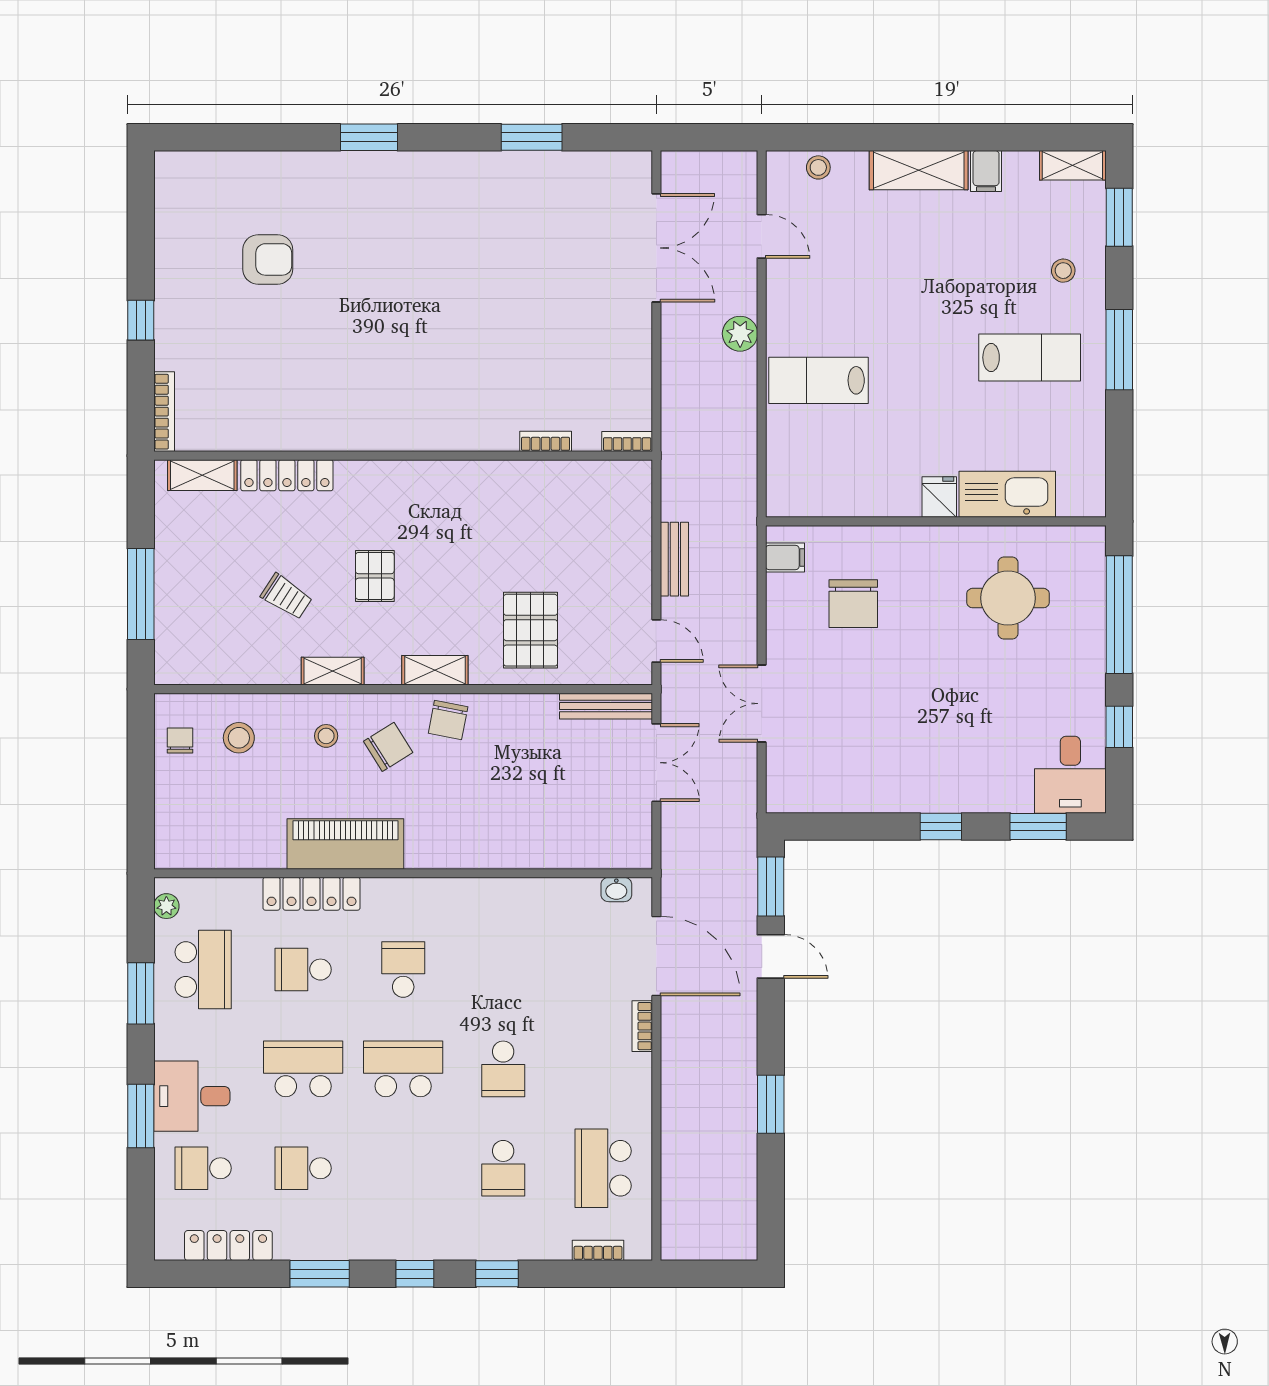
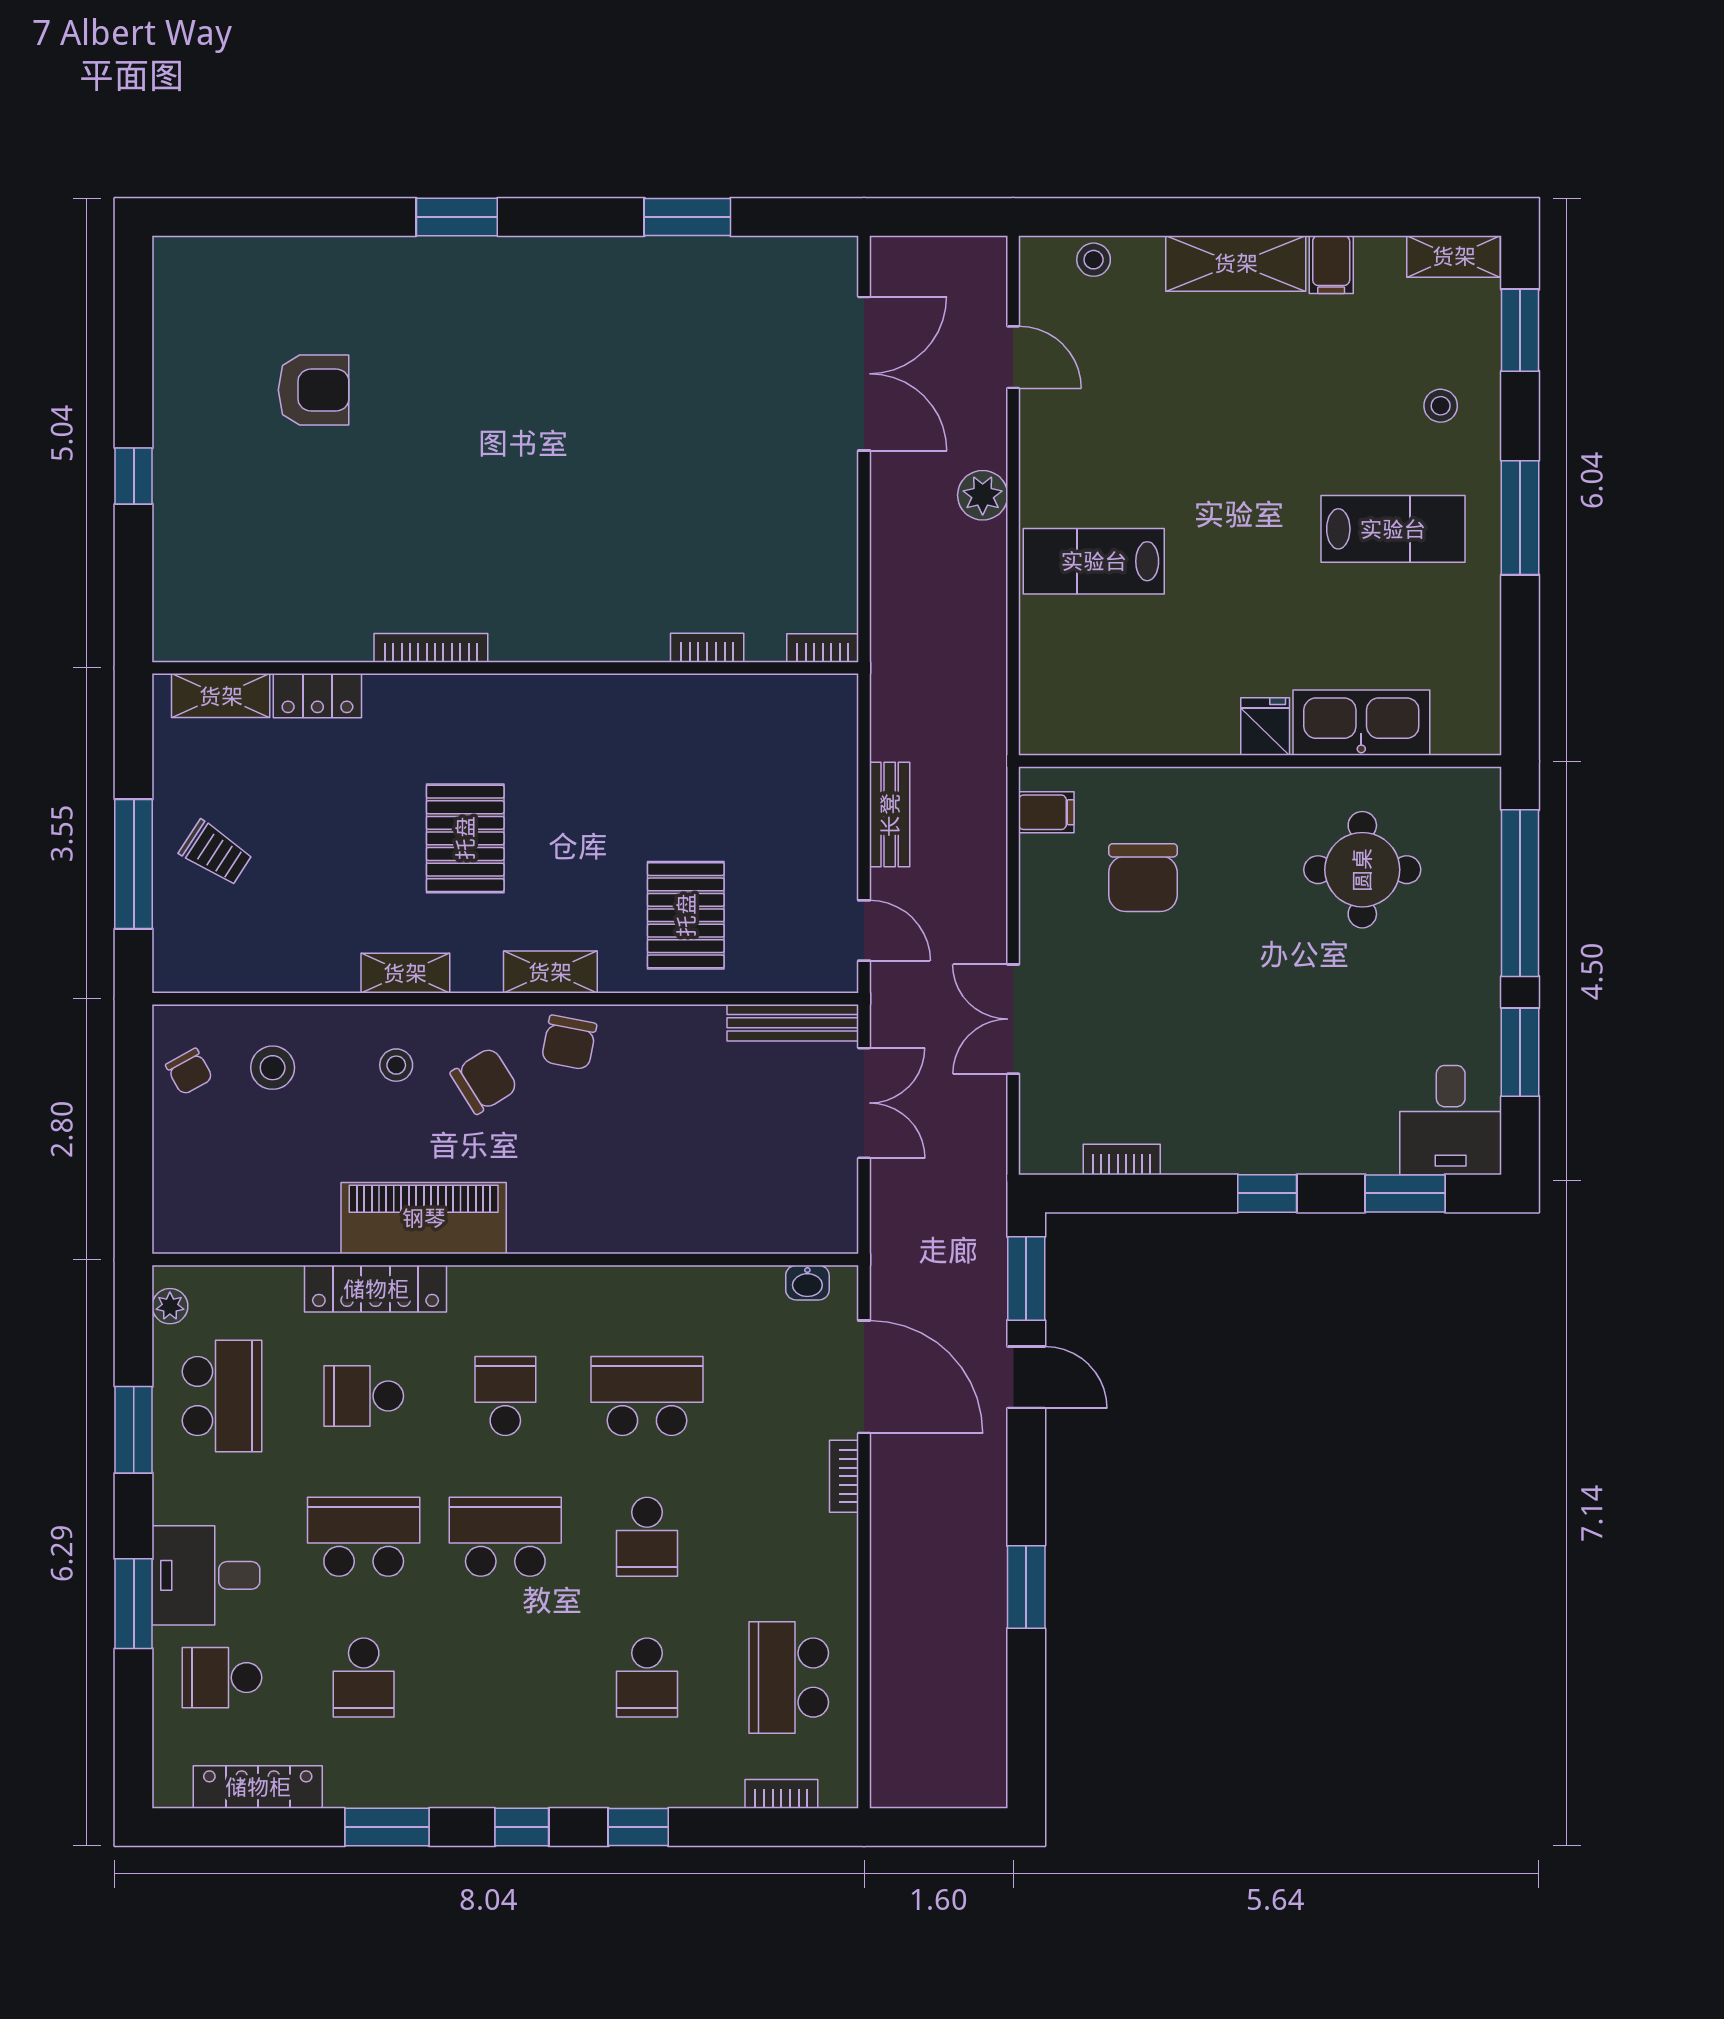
bookcase: (164, 412) -> (431, 648), moved, turned -90
locker: (287, 475) -> (317, 696), width x0.66
pallet: (375, 576) -> (465, 838), width x1.50, depth x1.42
trolley: (286, 597) -> (216, 853), moved
window: (1119, 727) -> (1520, 1052), width x1.50
chair: (180, 741) -> (189, 1072), turned 151
bookcase: (838, 803) -> (1122, 1159), added
school desk: (503, 970) -> (647, 1396), added
school desk: (303, 1168) -> (364, 1678), turned -90

